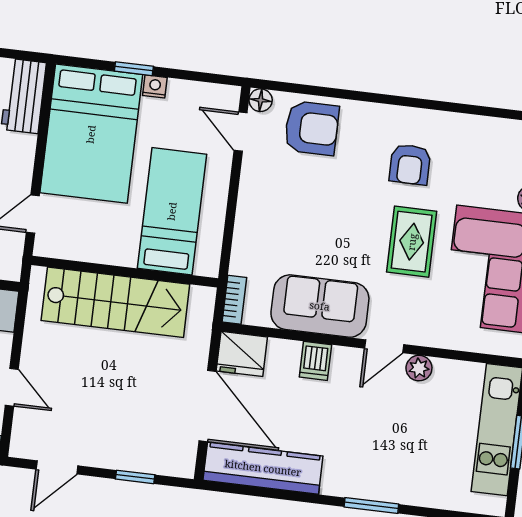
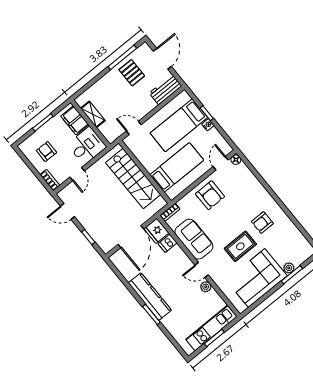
armchair: (312, 128) -> (210, 195), moved
bed: (91, 134) -> (179, 125), width x0.67
dishwasher: (315, 361) -> (168, 243), moved
kitchen counter: (263, 468) -> (150, 297), moved

